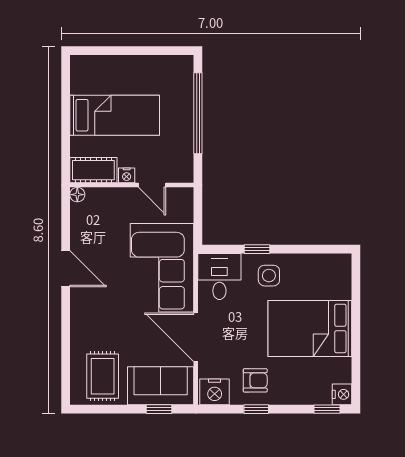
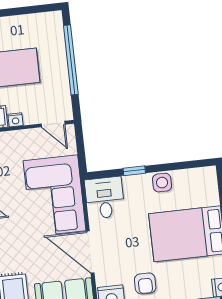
door: (152, 185) -> (53, 124), moved
side table: (269, 276) -> (162, 183), moved
armchair: (255, 380) -> (145, 283), turned 90

